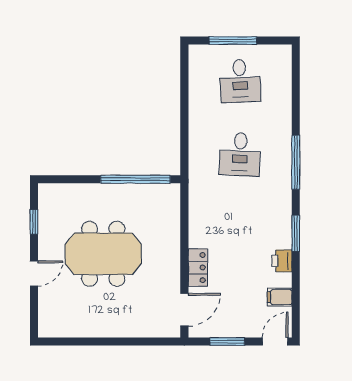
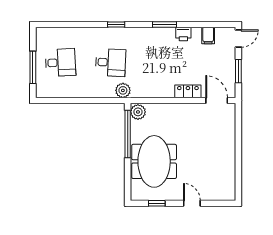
window: (296, 162) -> (116, 24), width x0.46
plant: (199, 172) -> (123, 90), added
plant: (168, 194) -> (138, 112), added
meeting table: (103, 254) -> (154, 161), moved
door: (275, 341) -> (238, 39), swing flipped

